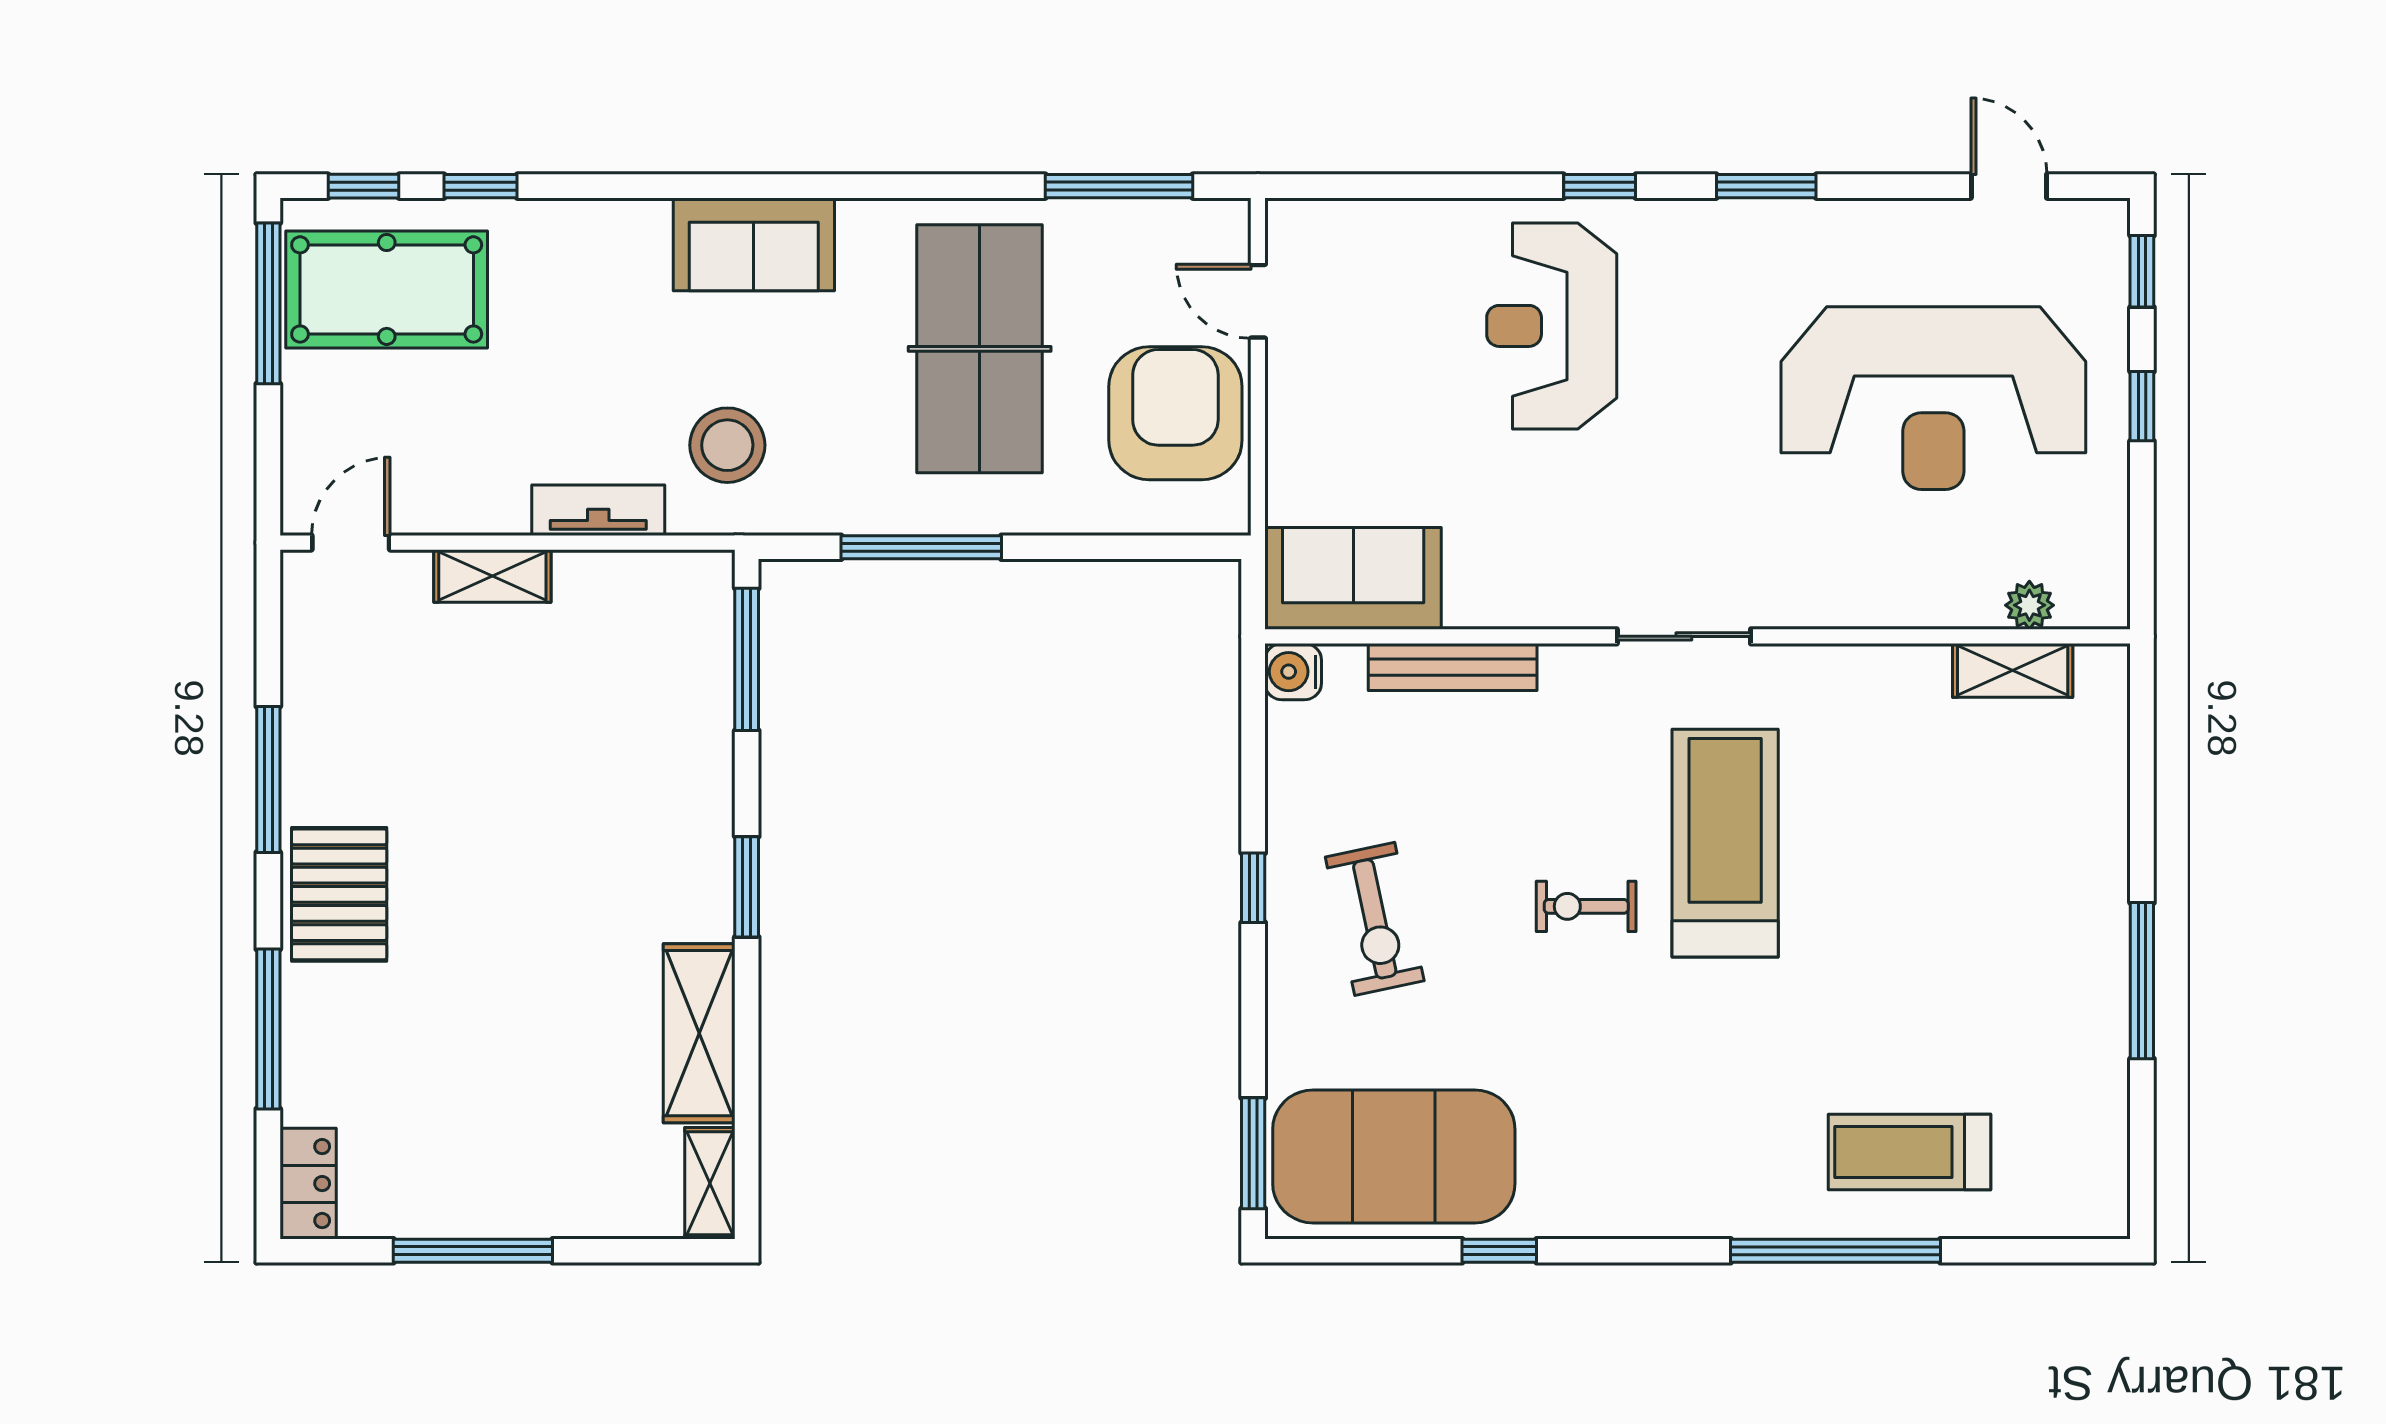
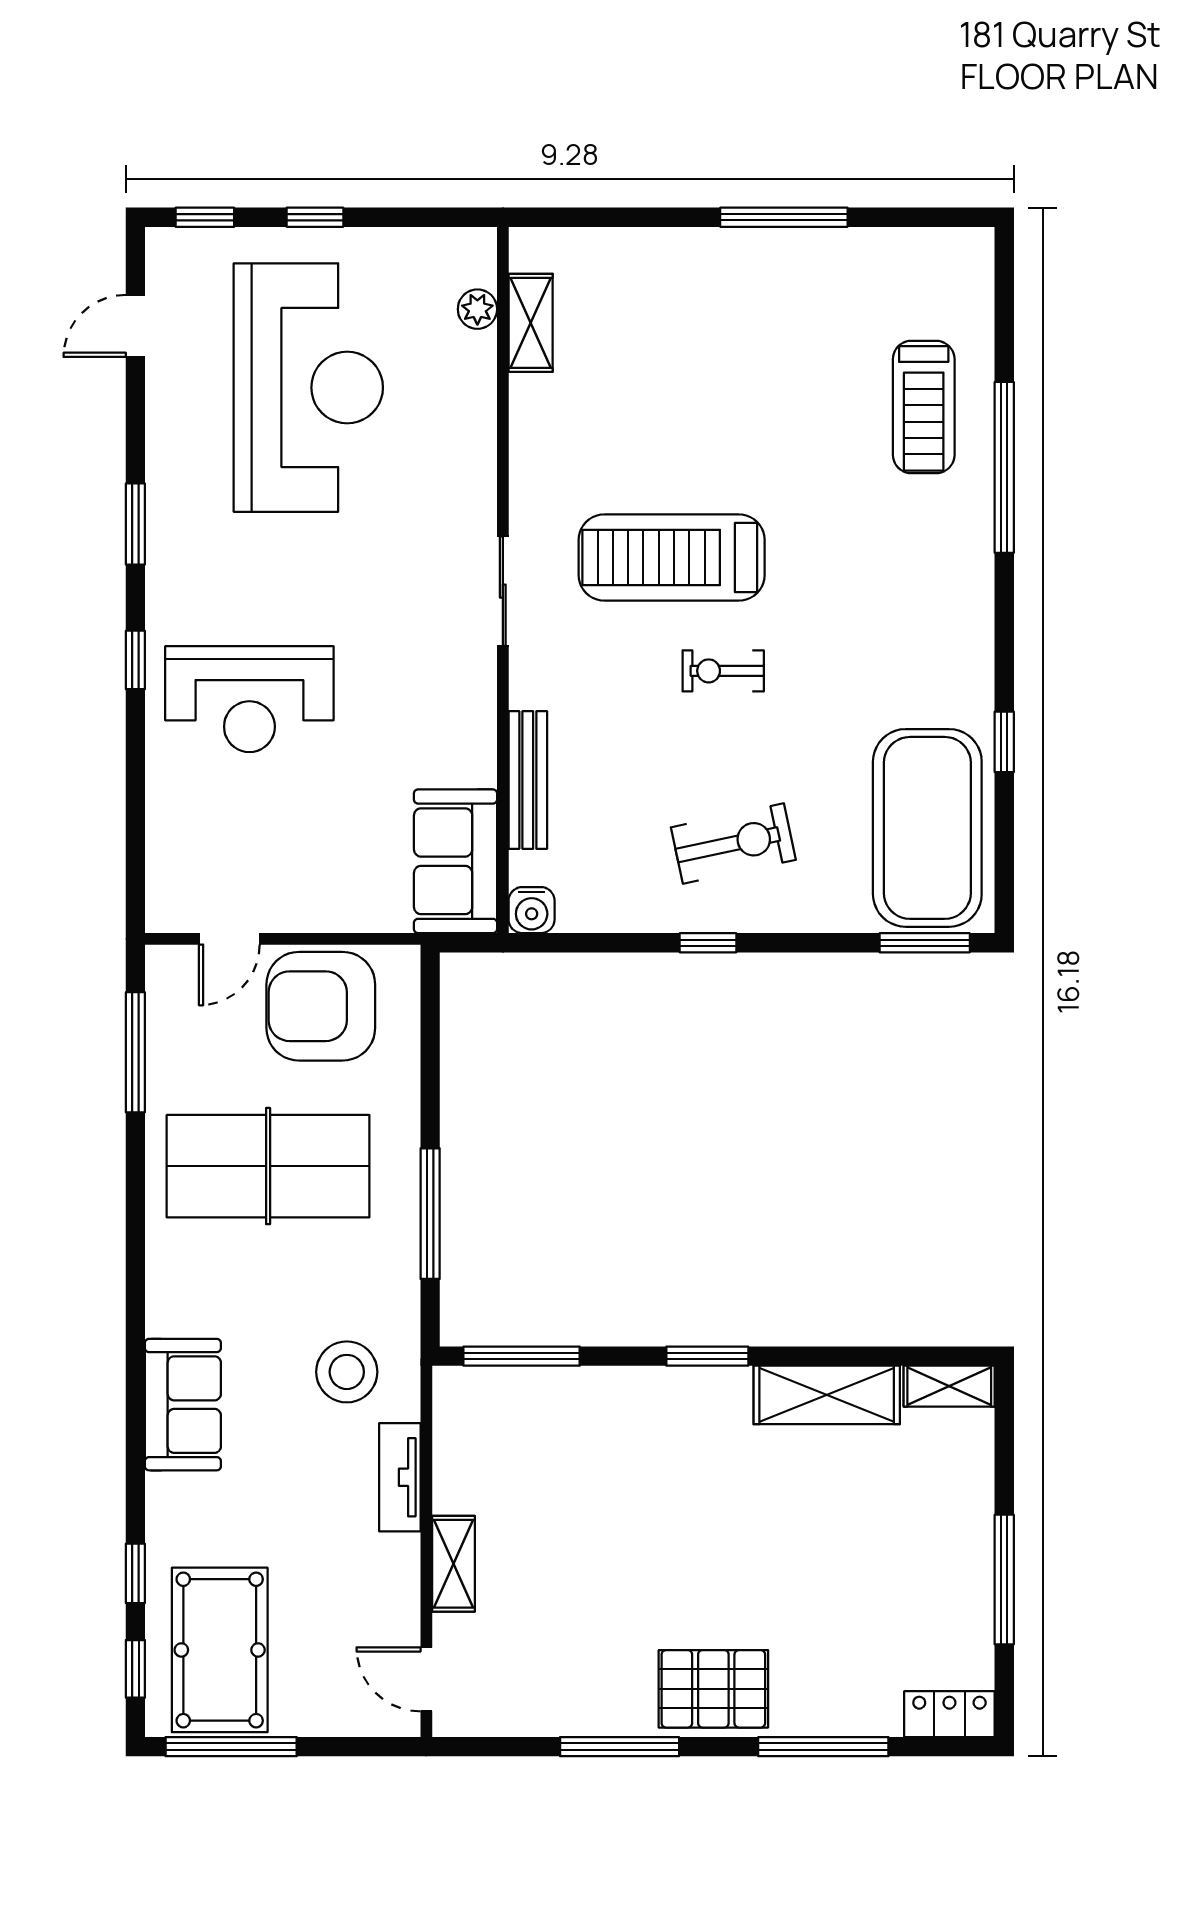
sofa: (754, 244) -> (183, 1405), moved
exercise bike: (1586, 906) -> (723, 671), turned 90

